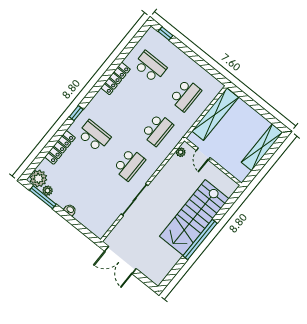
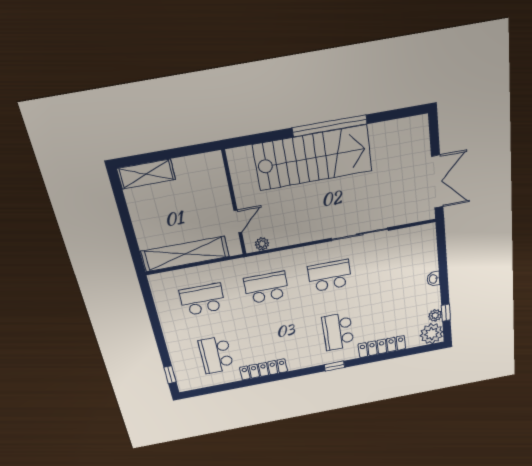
shelving: (262, 147) -> (146, 174), width x0.68
window: (43, 197) -> (446, 313), width x0.46

